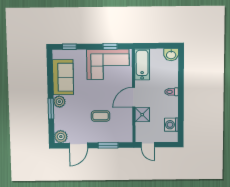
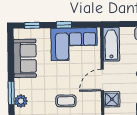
window: (110, 46) -> (64, 25), moved
plant: (59, 102) -> (21, 101), moved

